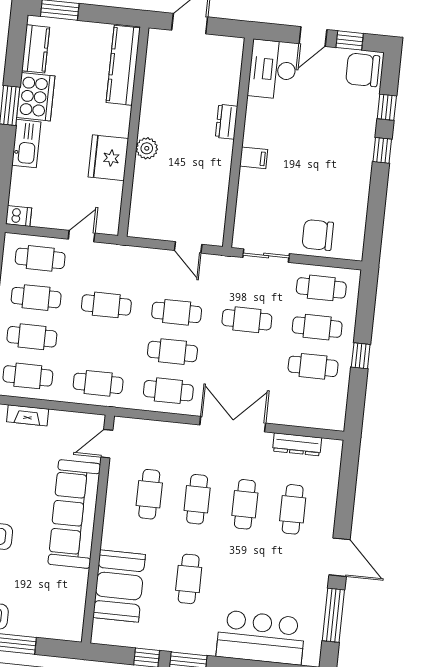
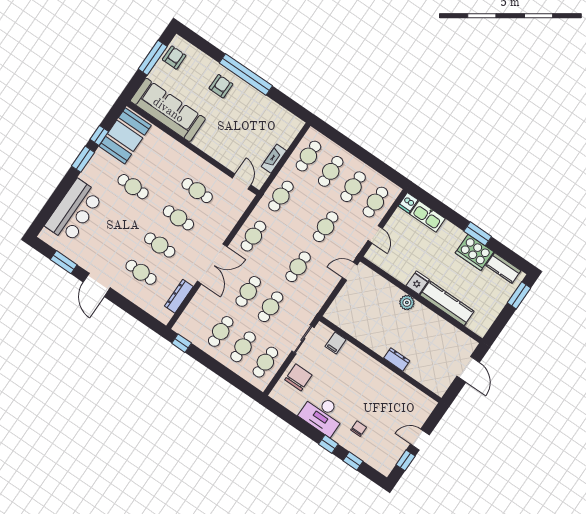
door: (313, 37) -> (420, 440), hinge flipped
kitchen counter: (123, 65) -> (447, 303), moved
desk: (273, 69) -> (322, 414), moved, turned 180
chair: (363, 70) -> (359, 429), moved, width x0.54, depth x0.54
kitchen sink: (26, 144) -> (427, 216), moved
fridge: (108, 158) -> (418, 283), width x0.53, depth x0.75
filing cabinet: (254, 158) -> (336, 343), moved
door: (188, 247) -> (350, 271), moved
cafe table: (172, 352) -> (248, 291), moved
window: (361, 356) -> (182, 343), moved
fireplace: (28, 415) -> (274, 159), moved
sofa: (74, 514) -> (168, 110), moved
door: (340, 557) -> (97, 285), hinge flipped
booth: (119, 586) -> (125, 136), moved, turned 90
window: (333, 615) -> (64, 262), width x0.69

